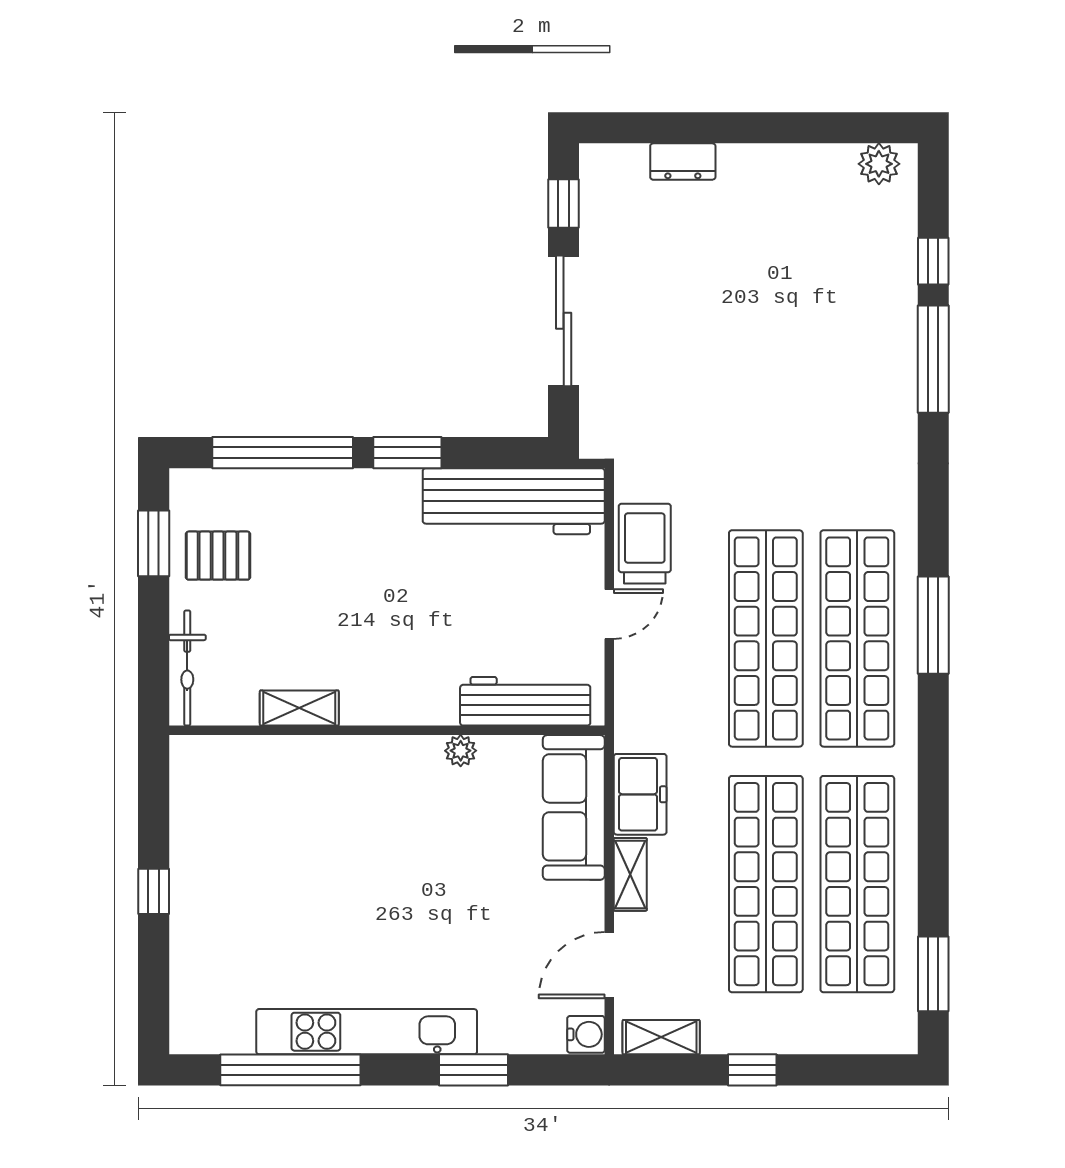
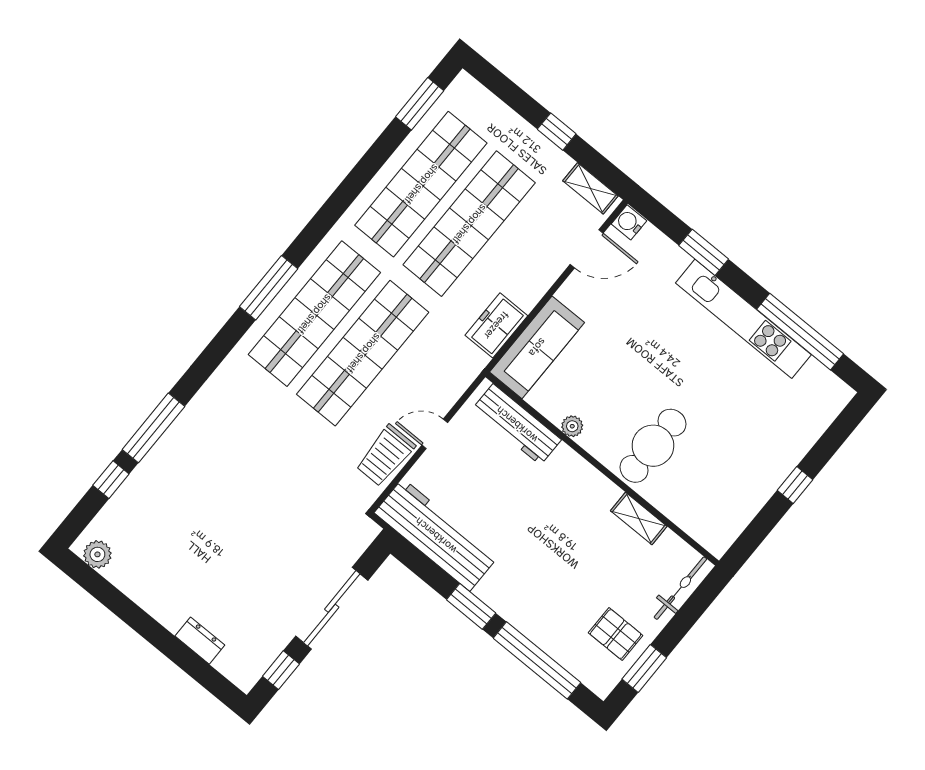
cafe table: (351, 804) -> (653, 446), added
shelving: (630, 874) -> (536, 287), removed

